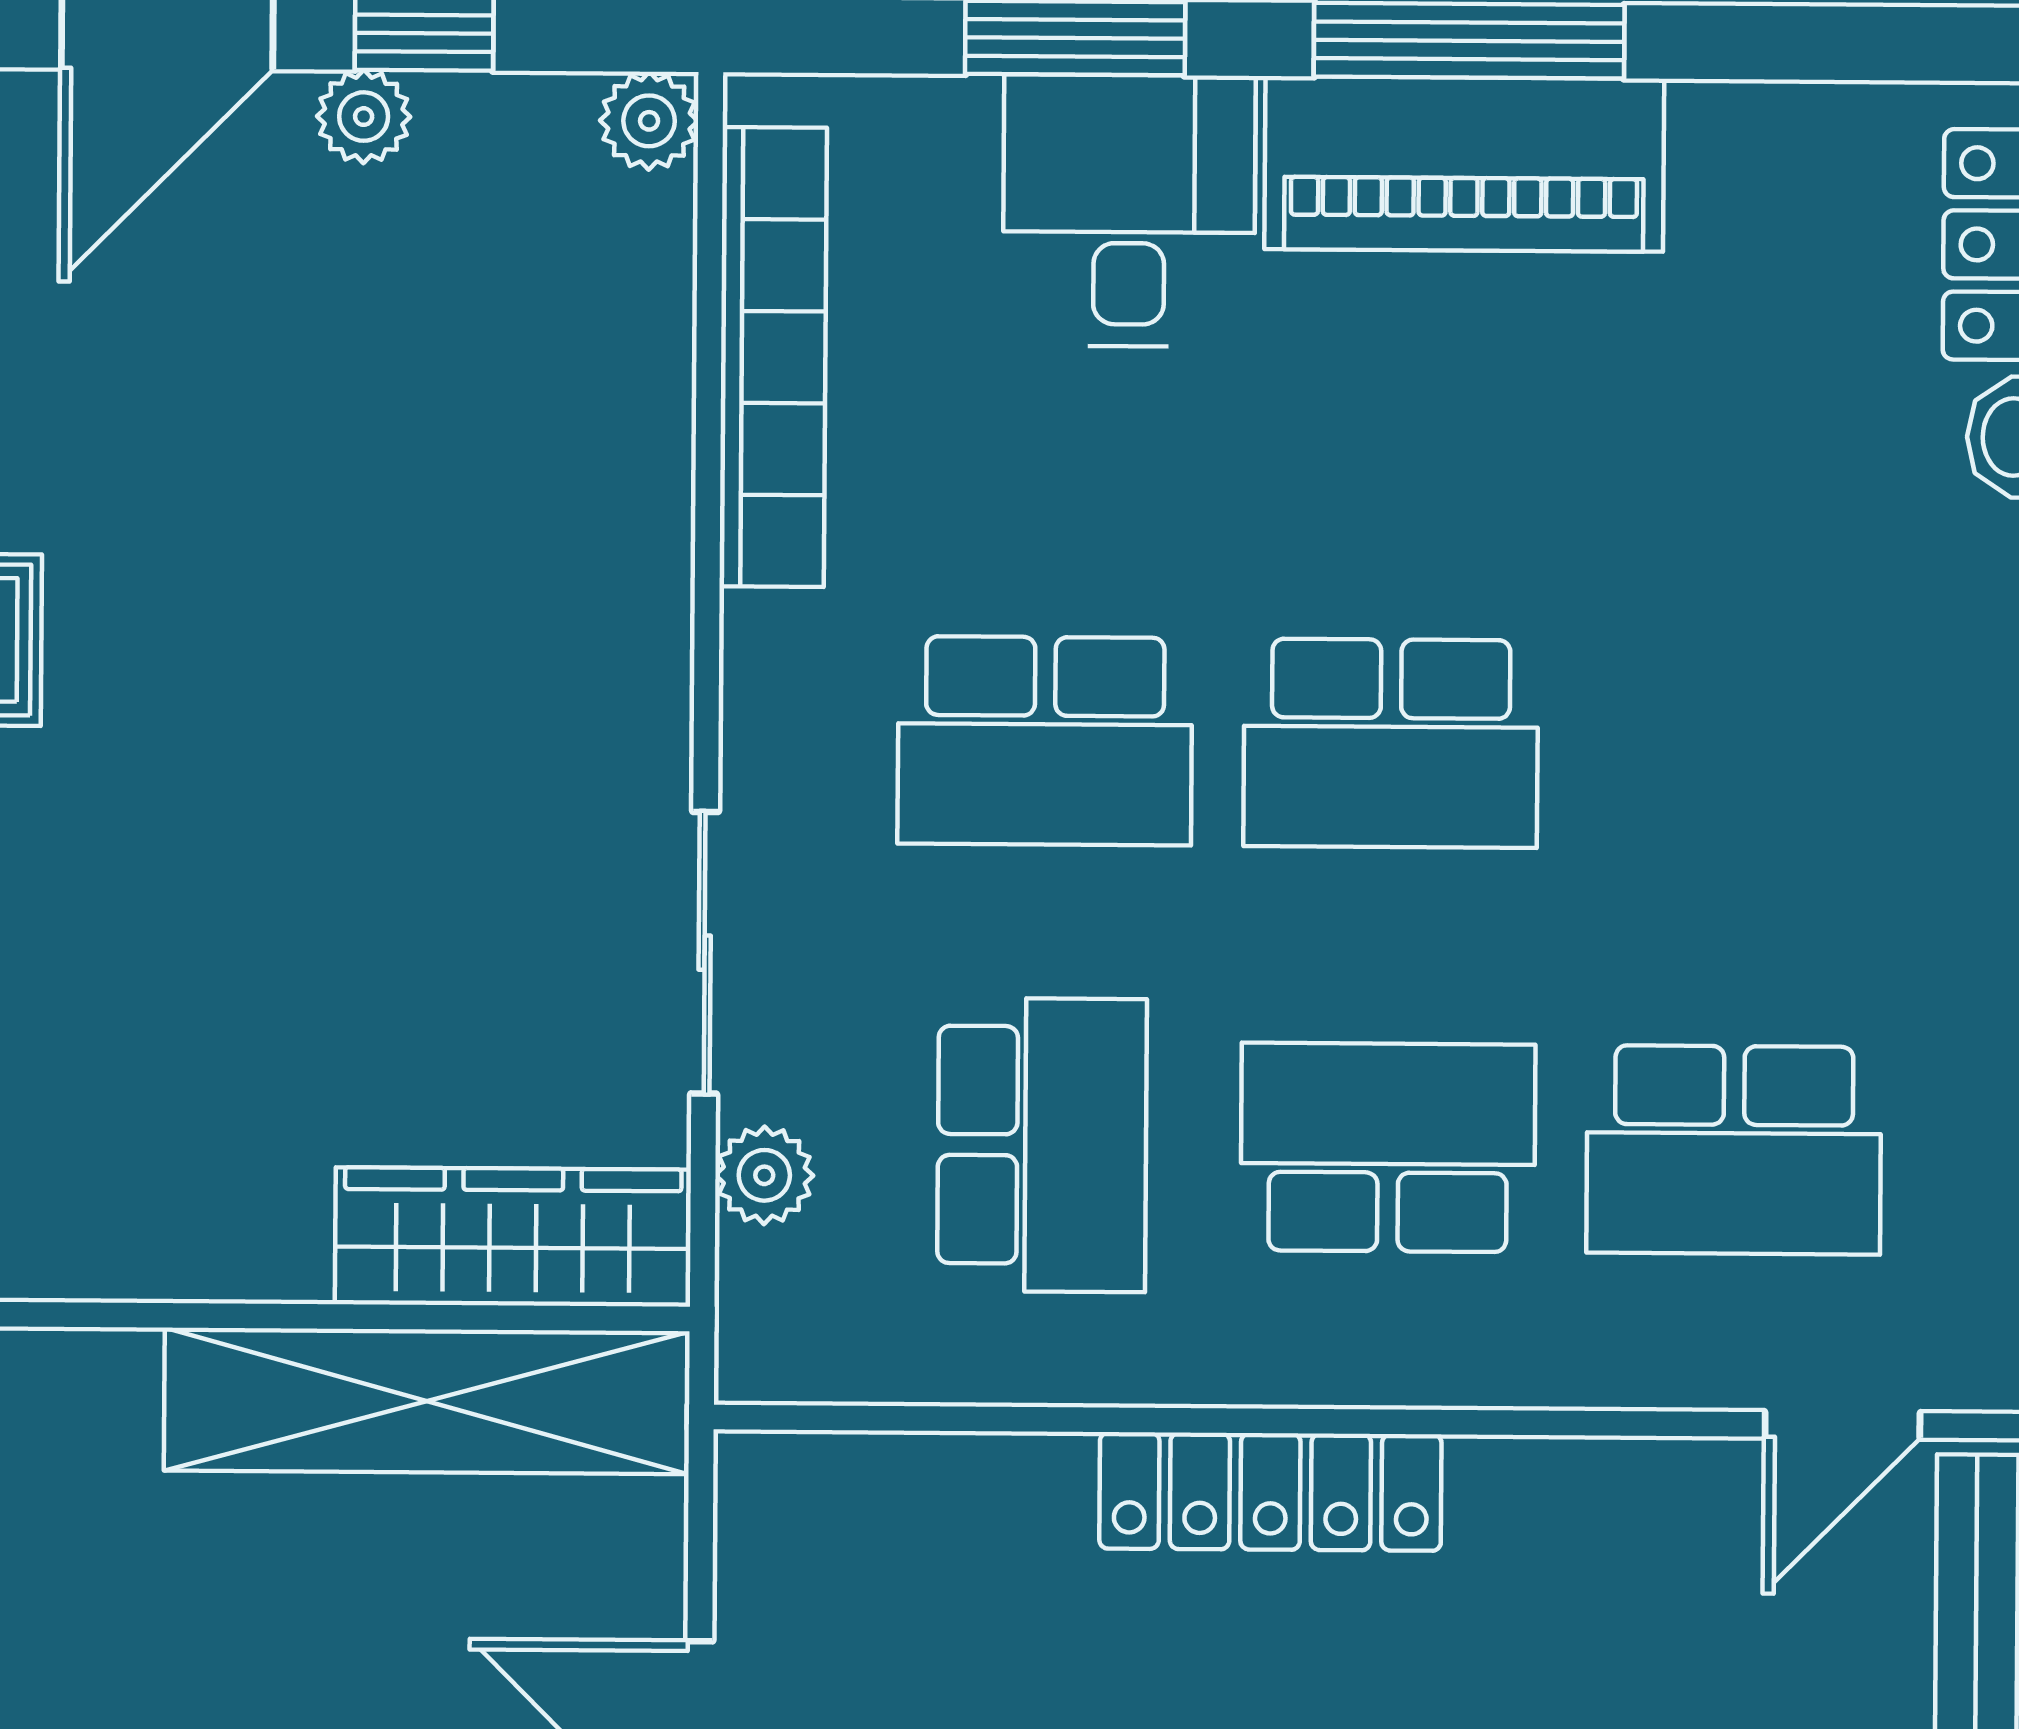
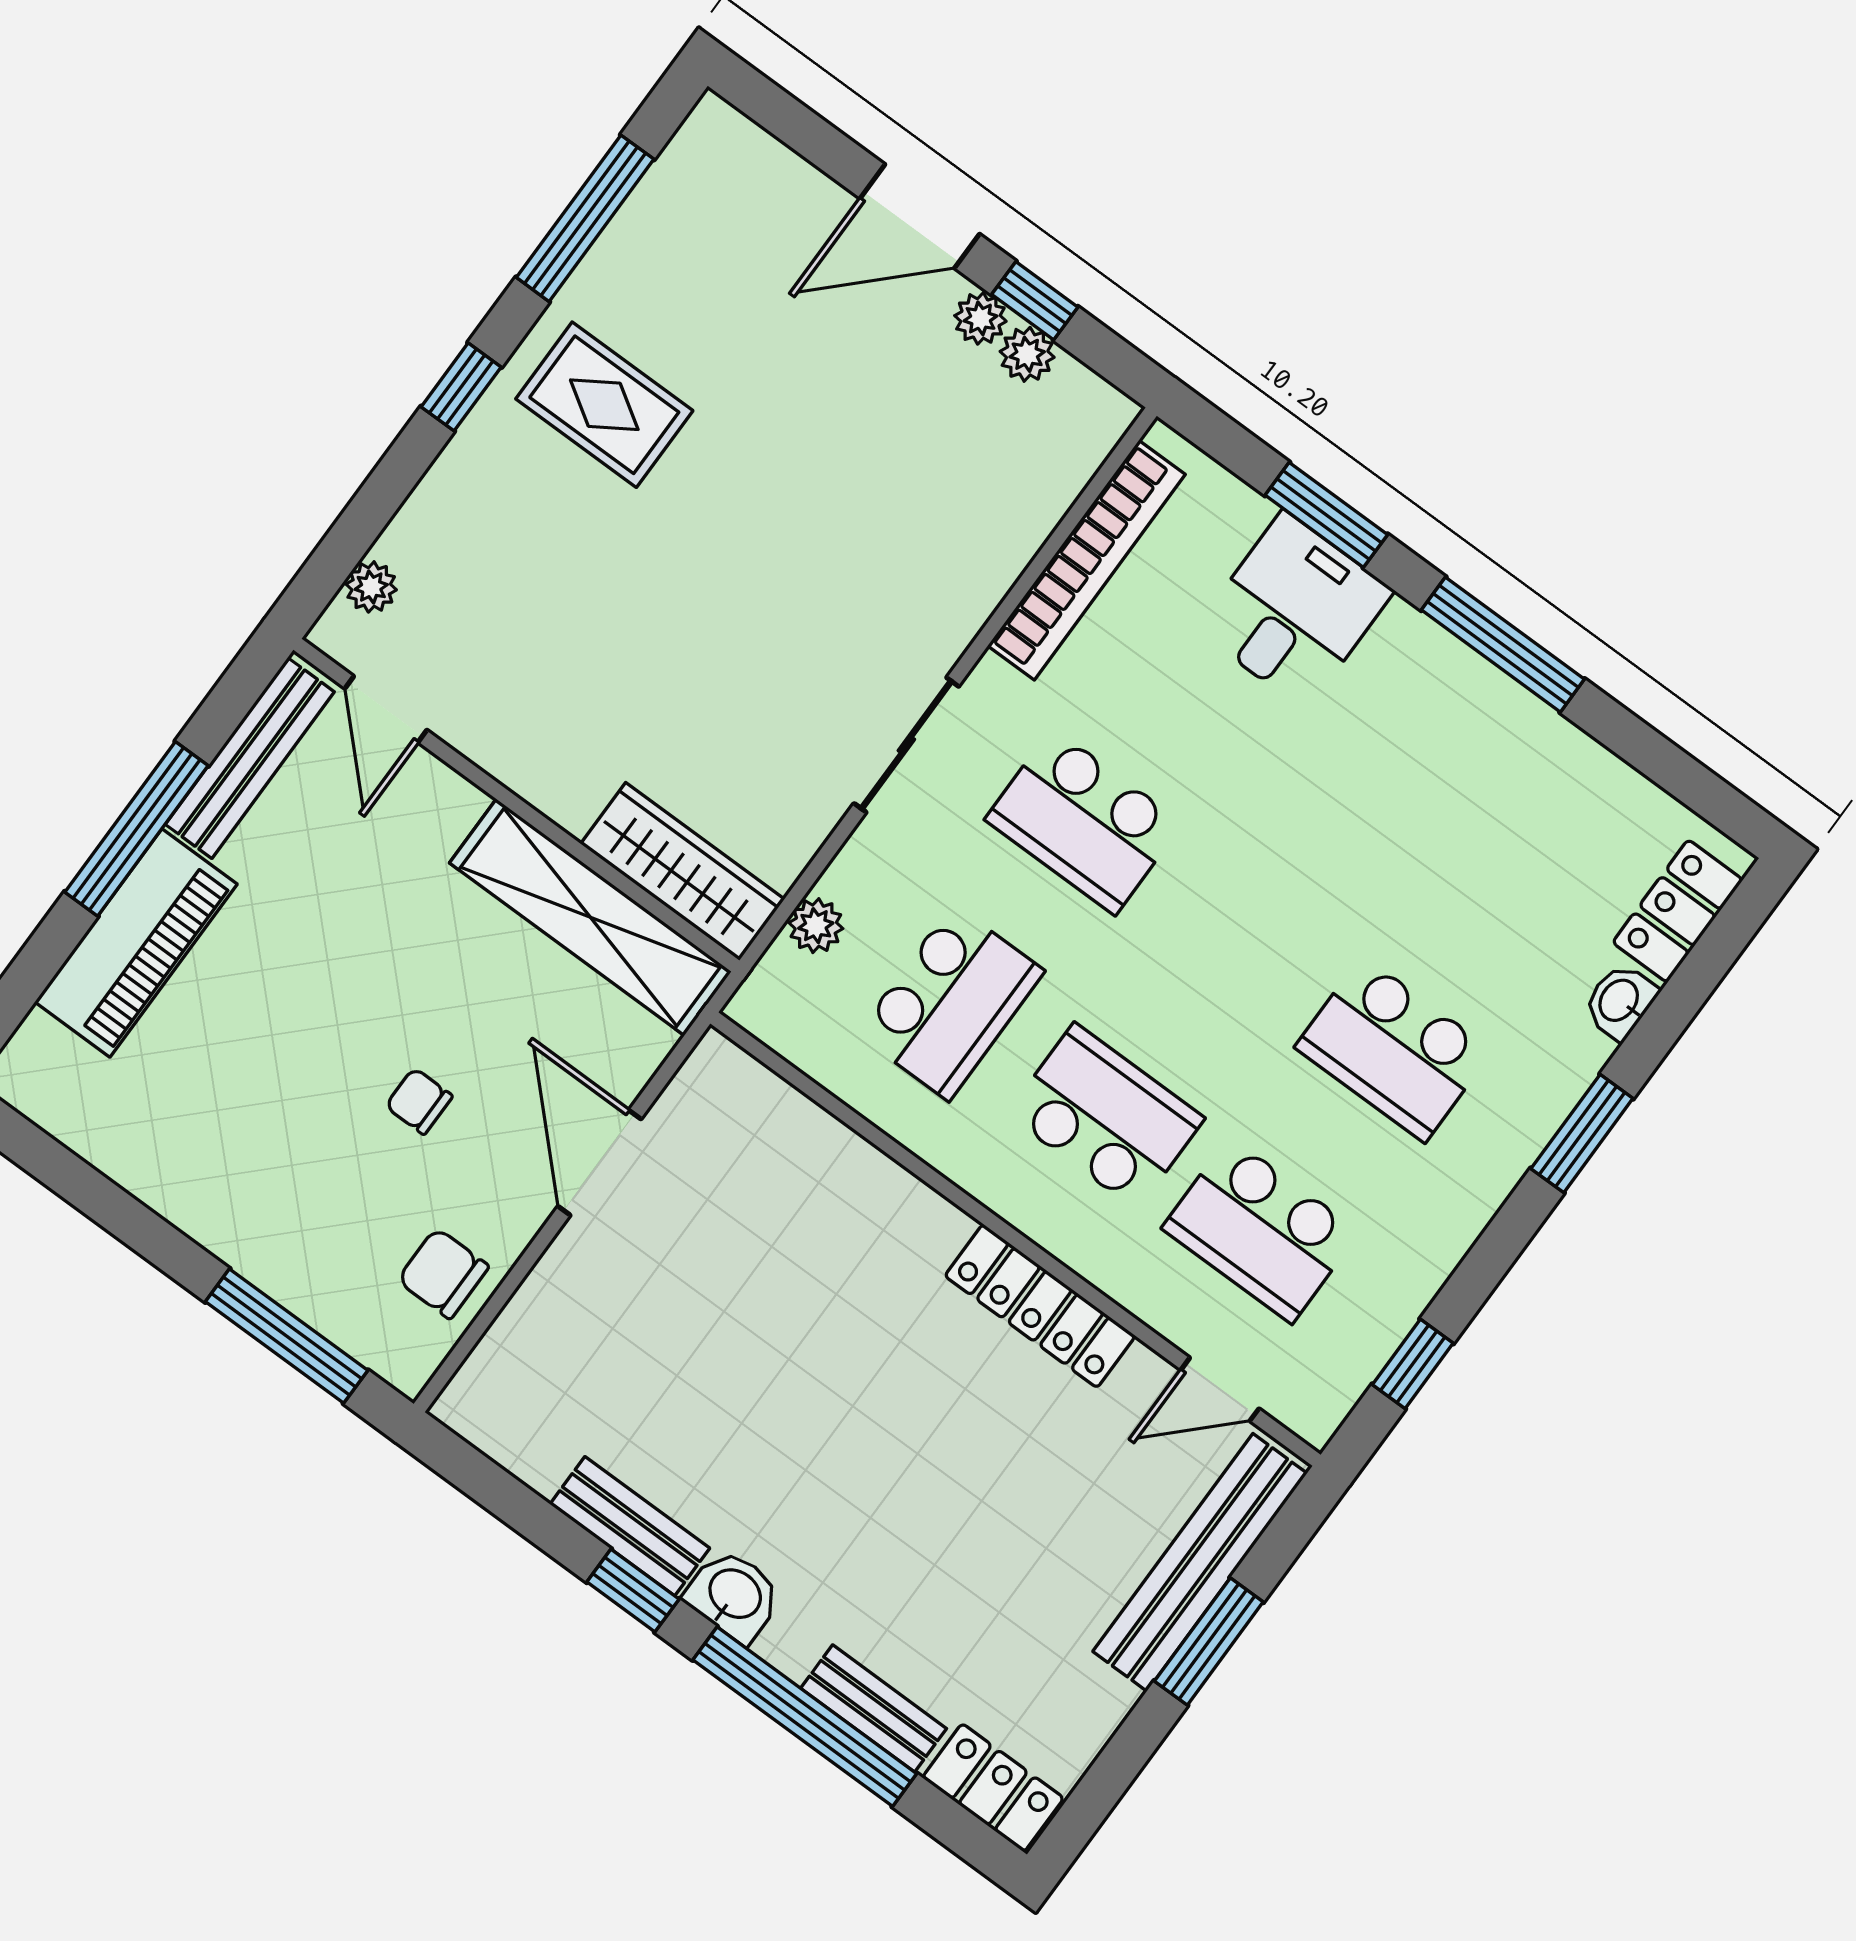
plant: (649, 121) -> (1027, 354), moved
piano: (1464, 164) -> (1460, 698), removed
school desk: (1391, 743) -> (1394, 1049), moved
sliding door: (705, 953) -> (906, 745), moved
locker: (1270, 1491) -> (1040, 1306), moved

